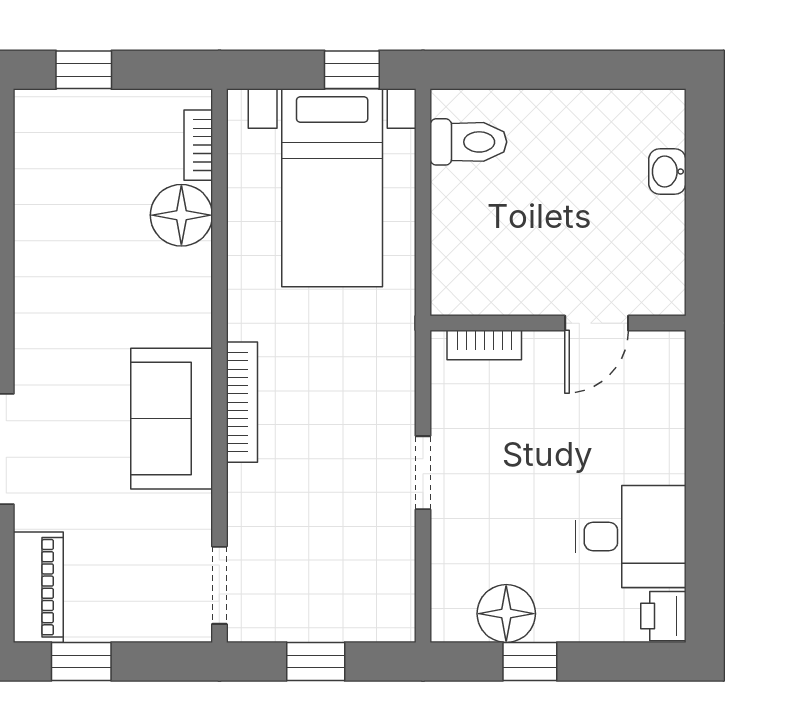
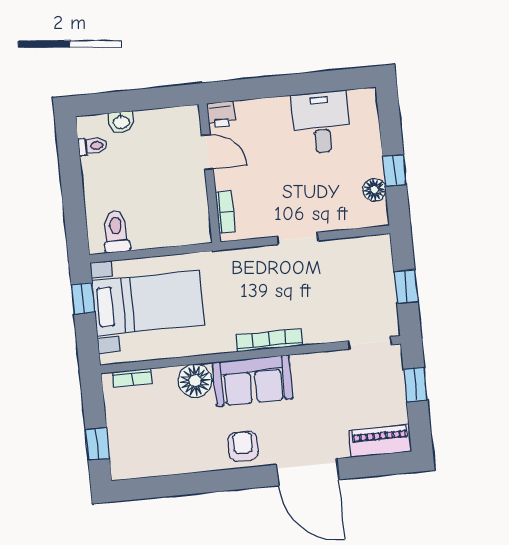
toilet: (628, 115) -> (93, 146), added
floor lamp: (181, 215) -> (195, 381), moved
armchair: (53, 335) -> (243, 446), added
sofa: (172, 419) -> (253, 381), moved
floor lamp: (506, 614) -> (374, 190), width x0.73, depth x0.73
printer: (663, 616) -> (221, 114), moved
window: (81, 662) -> (416, 385), moved

